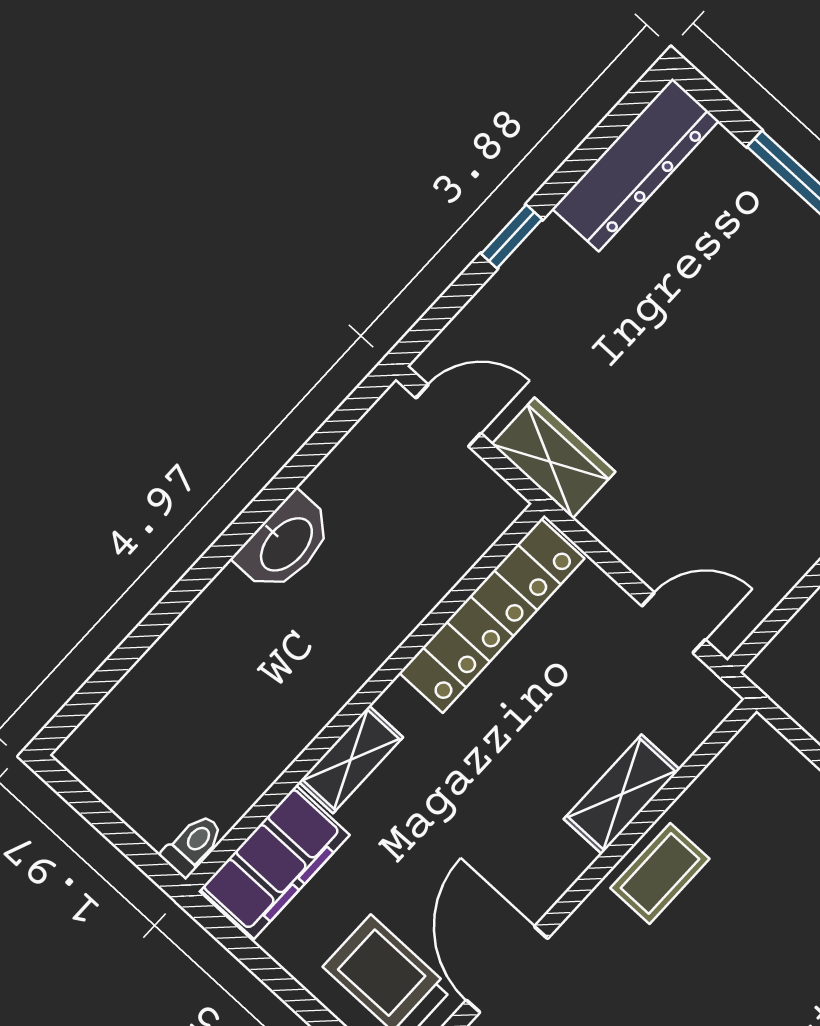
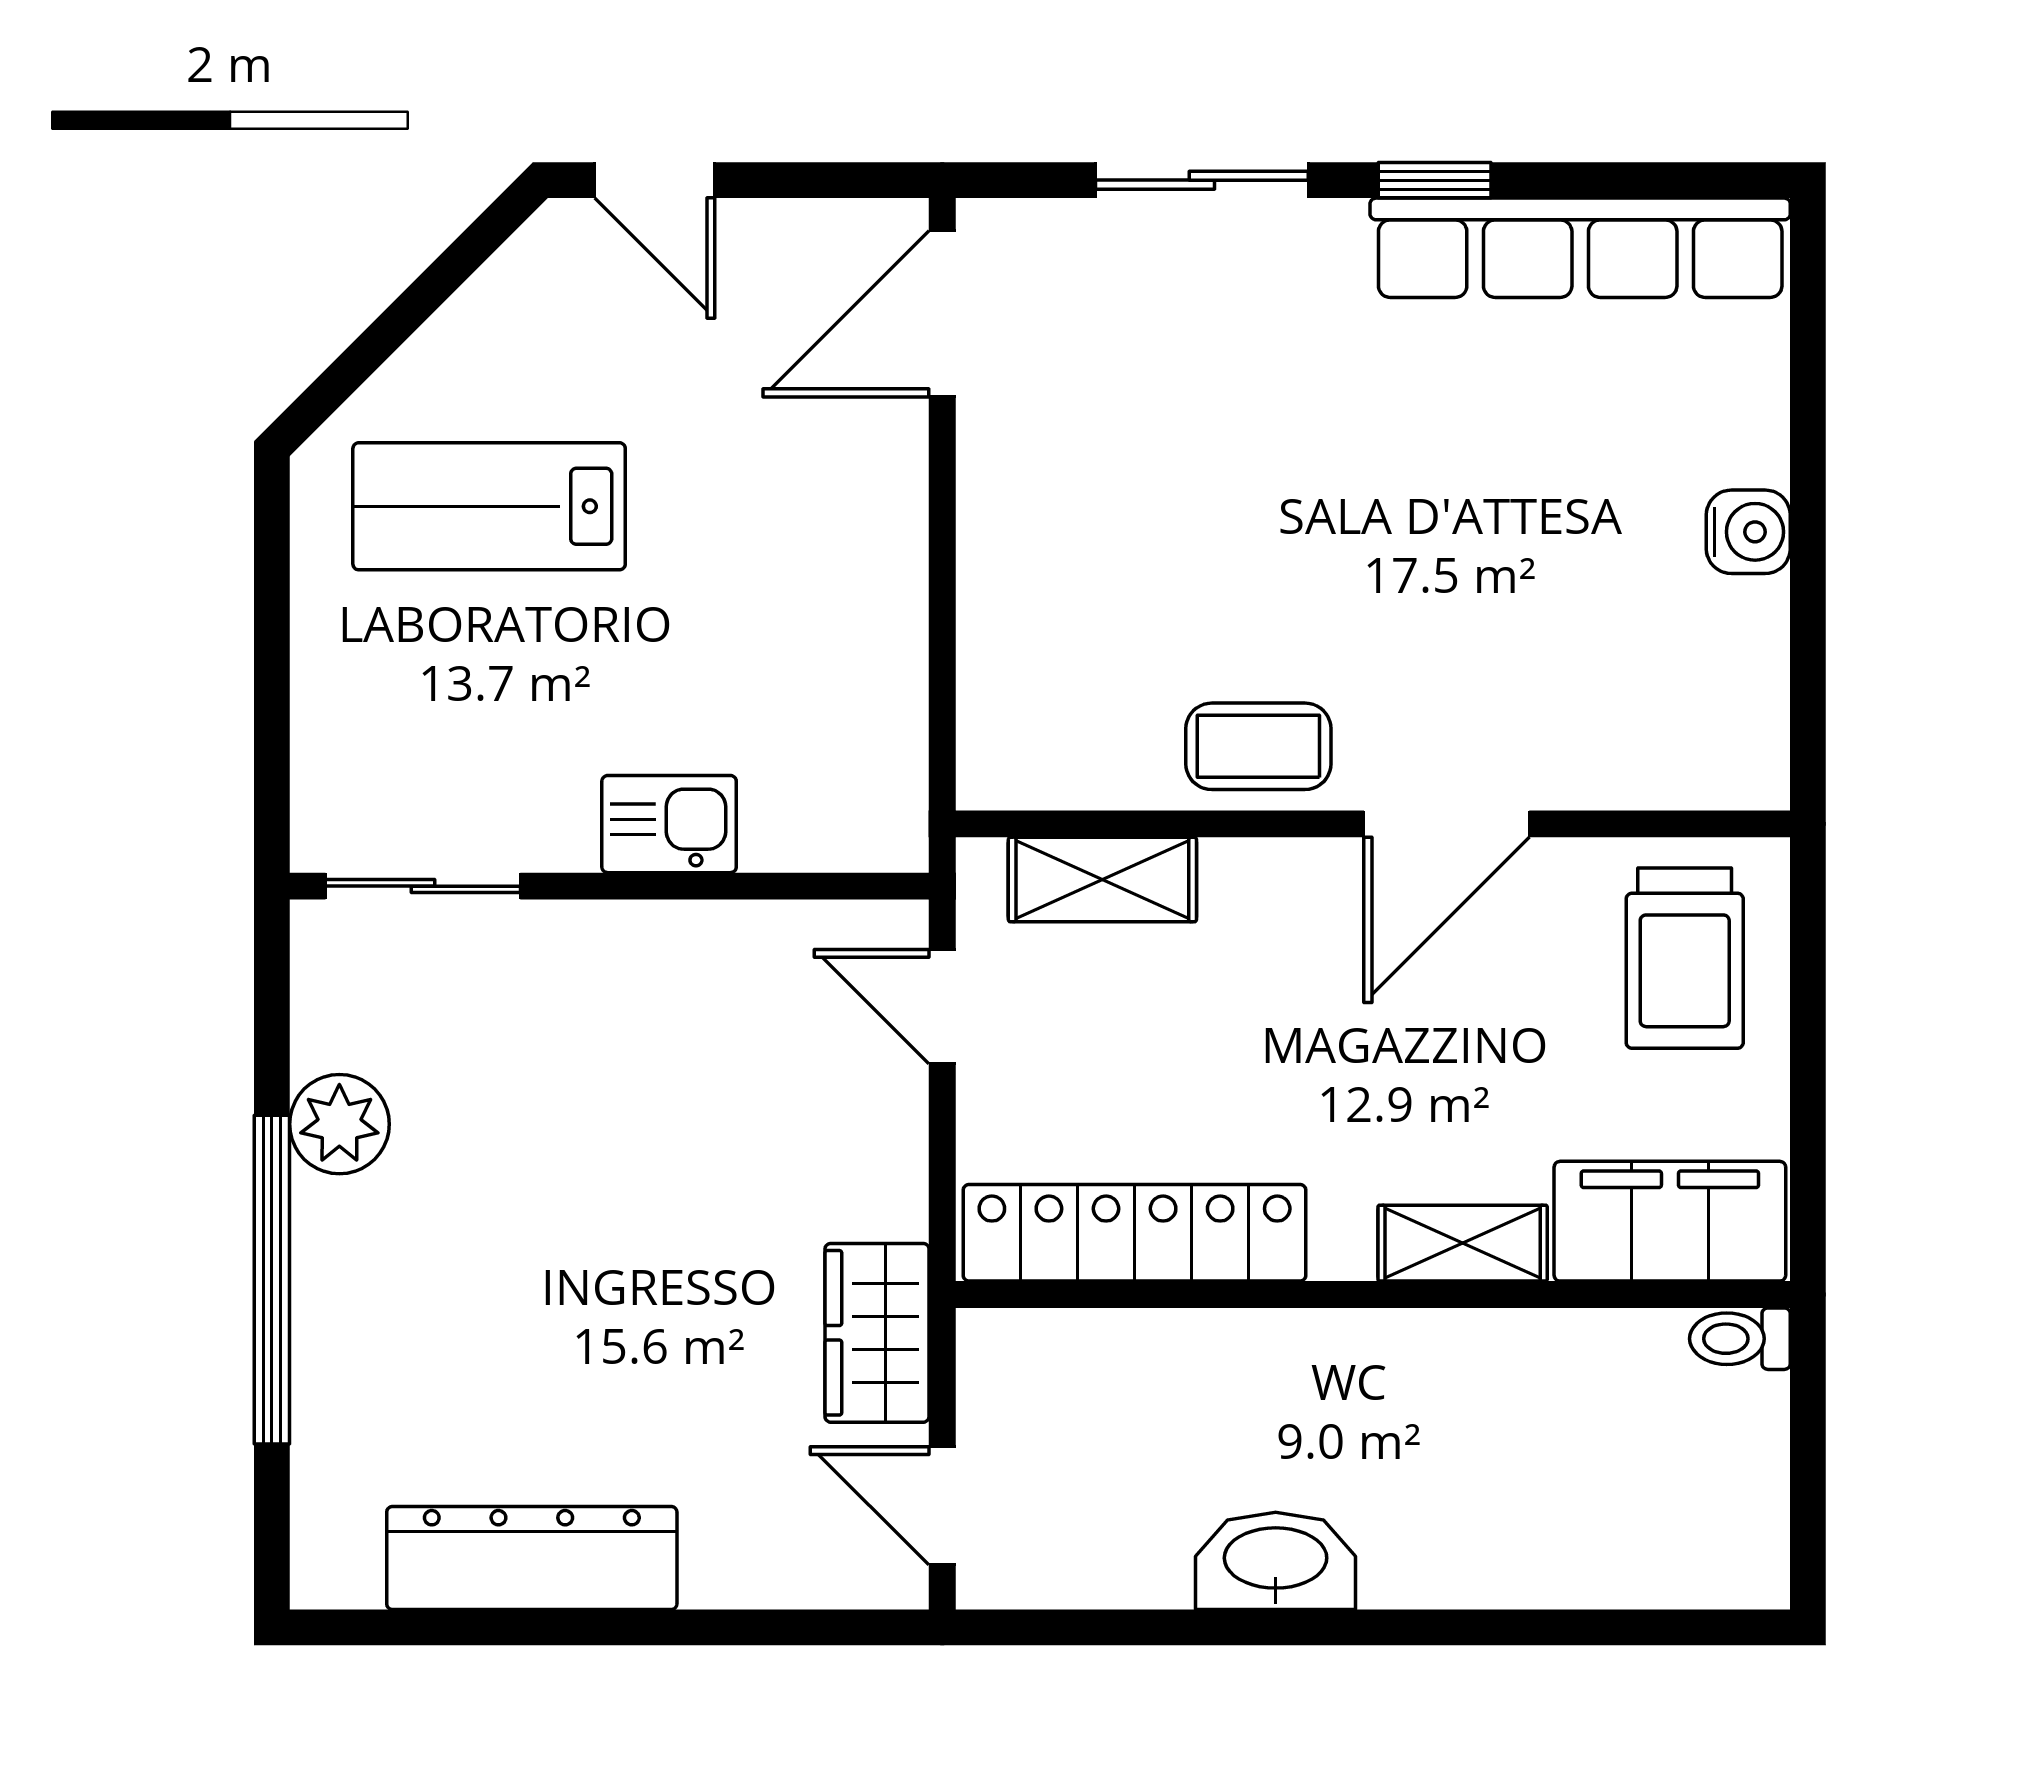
dresser: (635, 165) -> (532, 1558), moved
window: (512, 236) -> (657, 1627), removed
shelving: (622, 794) -> (1102, 880), moved
door: (507, 969) -> (1447, 824), moved

